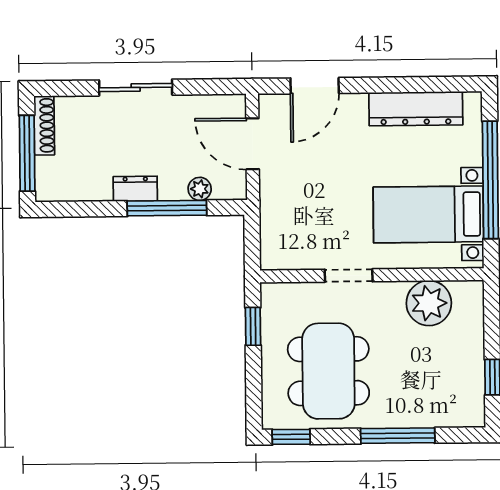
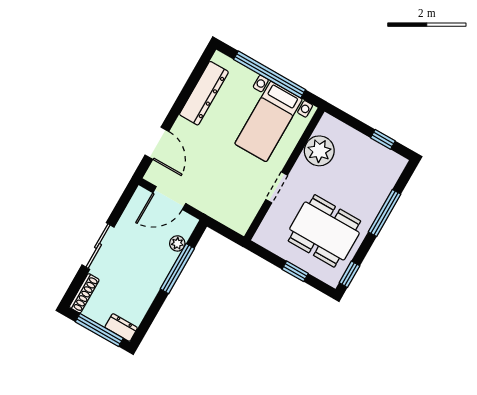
shoe rack: (44, 125) -> (84, 293), moved, turned 90
dresser: (135, 189) -> (121, 328), moved, turned 90
window: (253, 326) -> (295, 271), moved

